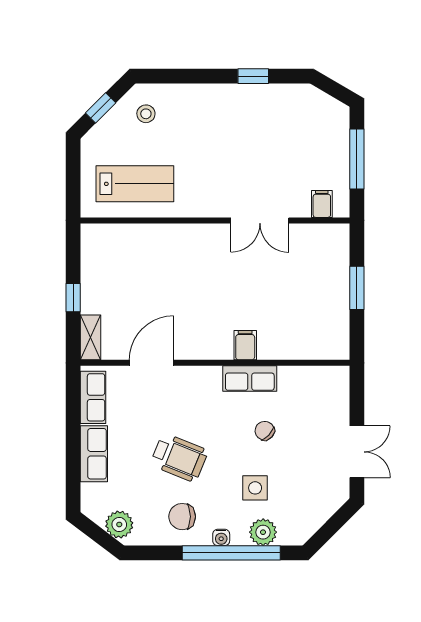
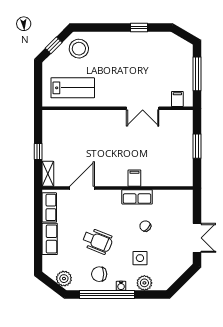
stool: (146, 114) -> (79, 49), width x1.89, depth x1.89
window: (231, 553) -> (107, 295), moved

